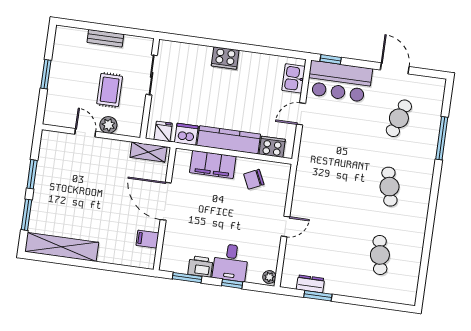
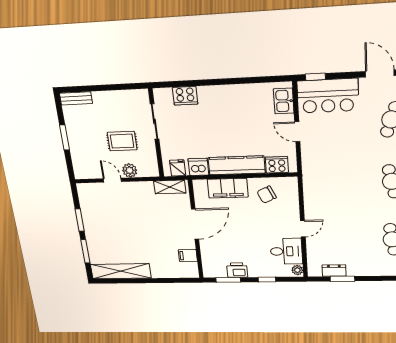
bench: (105, 38) -> (76, 98), moved
cooker: (225, 58) -> (185, 96), moved
rug: (110, 90) -> (122, 141), turned 90
door: (301, 114) -> (297, 132), hinge flipped
door: (166, 201) -> (195, 224), swing flipped
desk: (231, 262) -> (286, 251), moved, turned -90

